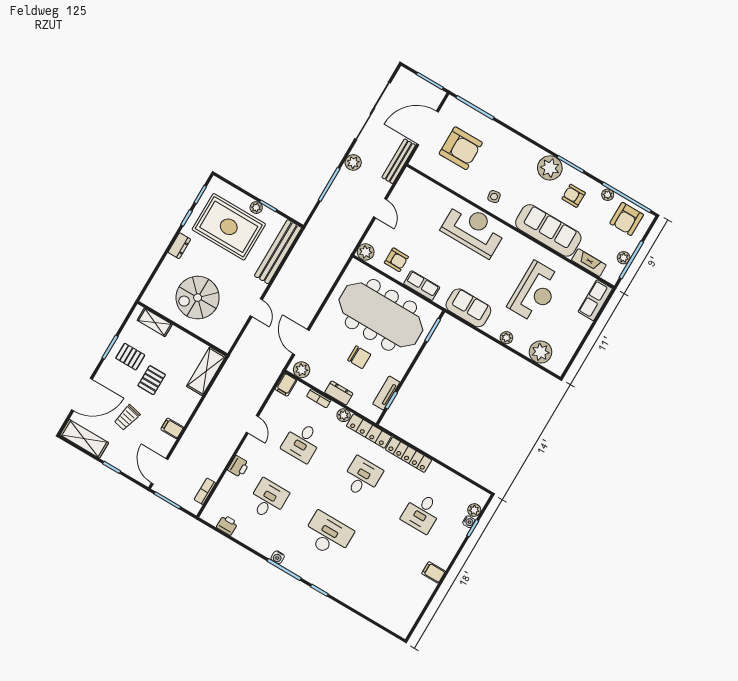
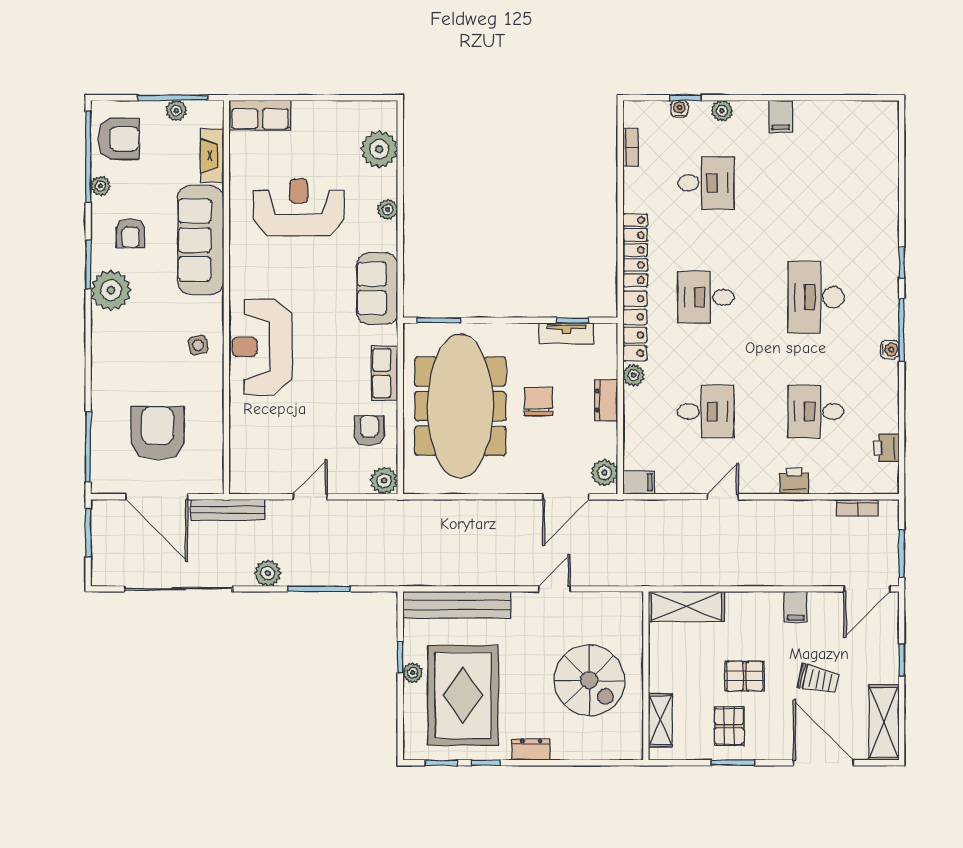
bookcase: (319, 398) -> (630, 148), moved
plant: (474, 510) -> (722, 111), moved

